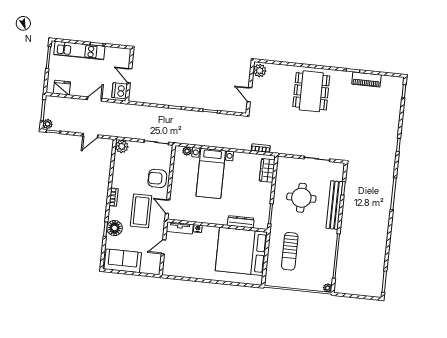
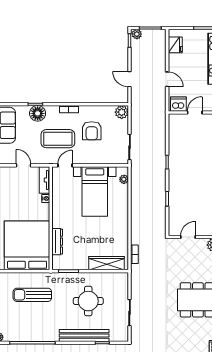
wardrobe: (267, 170) -> (107, 263), width x1.50
bed with nightstands: (211, 173) -> (95, 191), moved, turned -90
armchair: (157, 178) -> (92, 131), moved, turned 180

